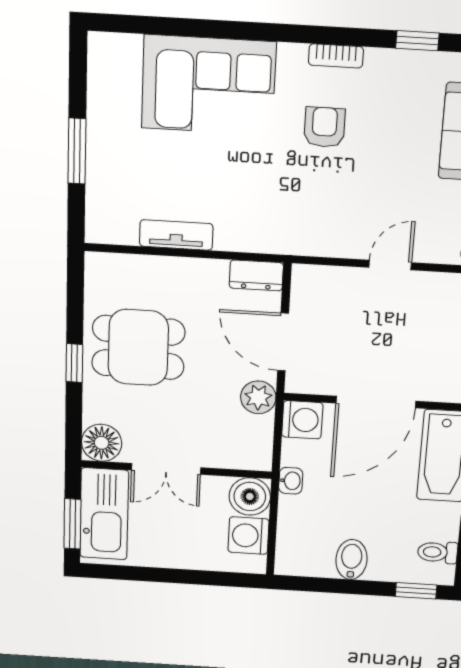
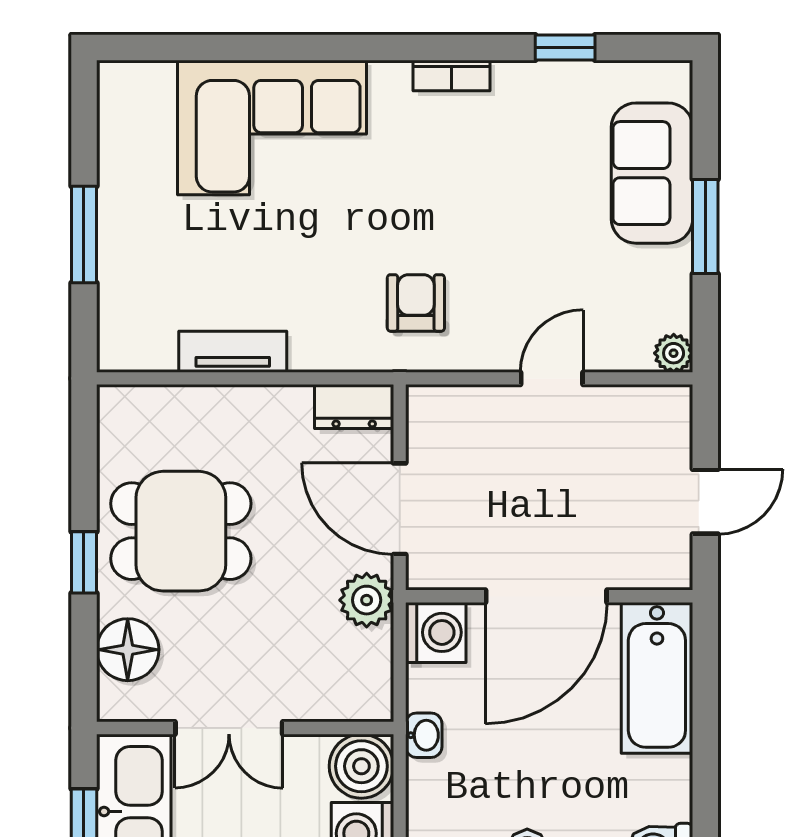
armchair: (325, 127) -> (416, 303), moved
floor lamp: (102, 443) -> (128, 650), moved

